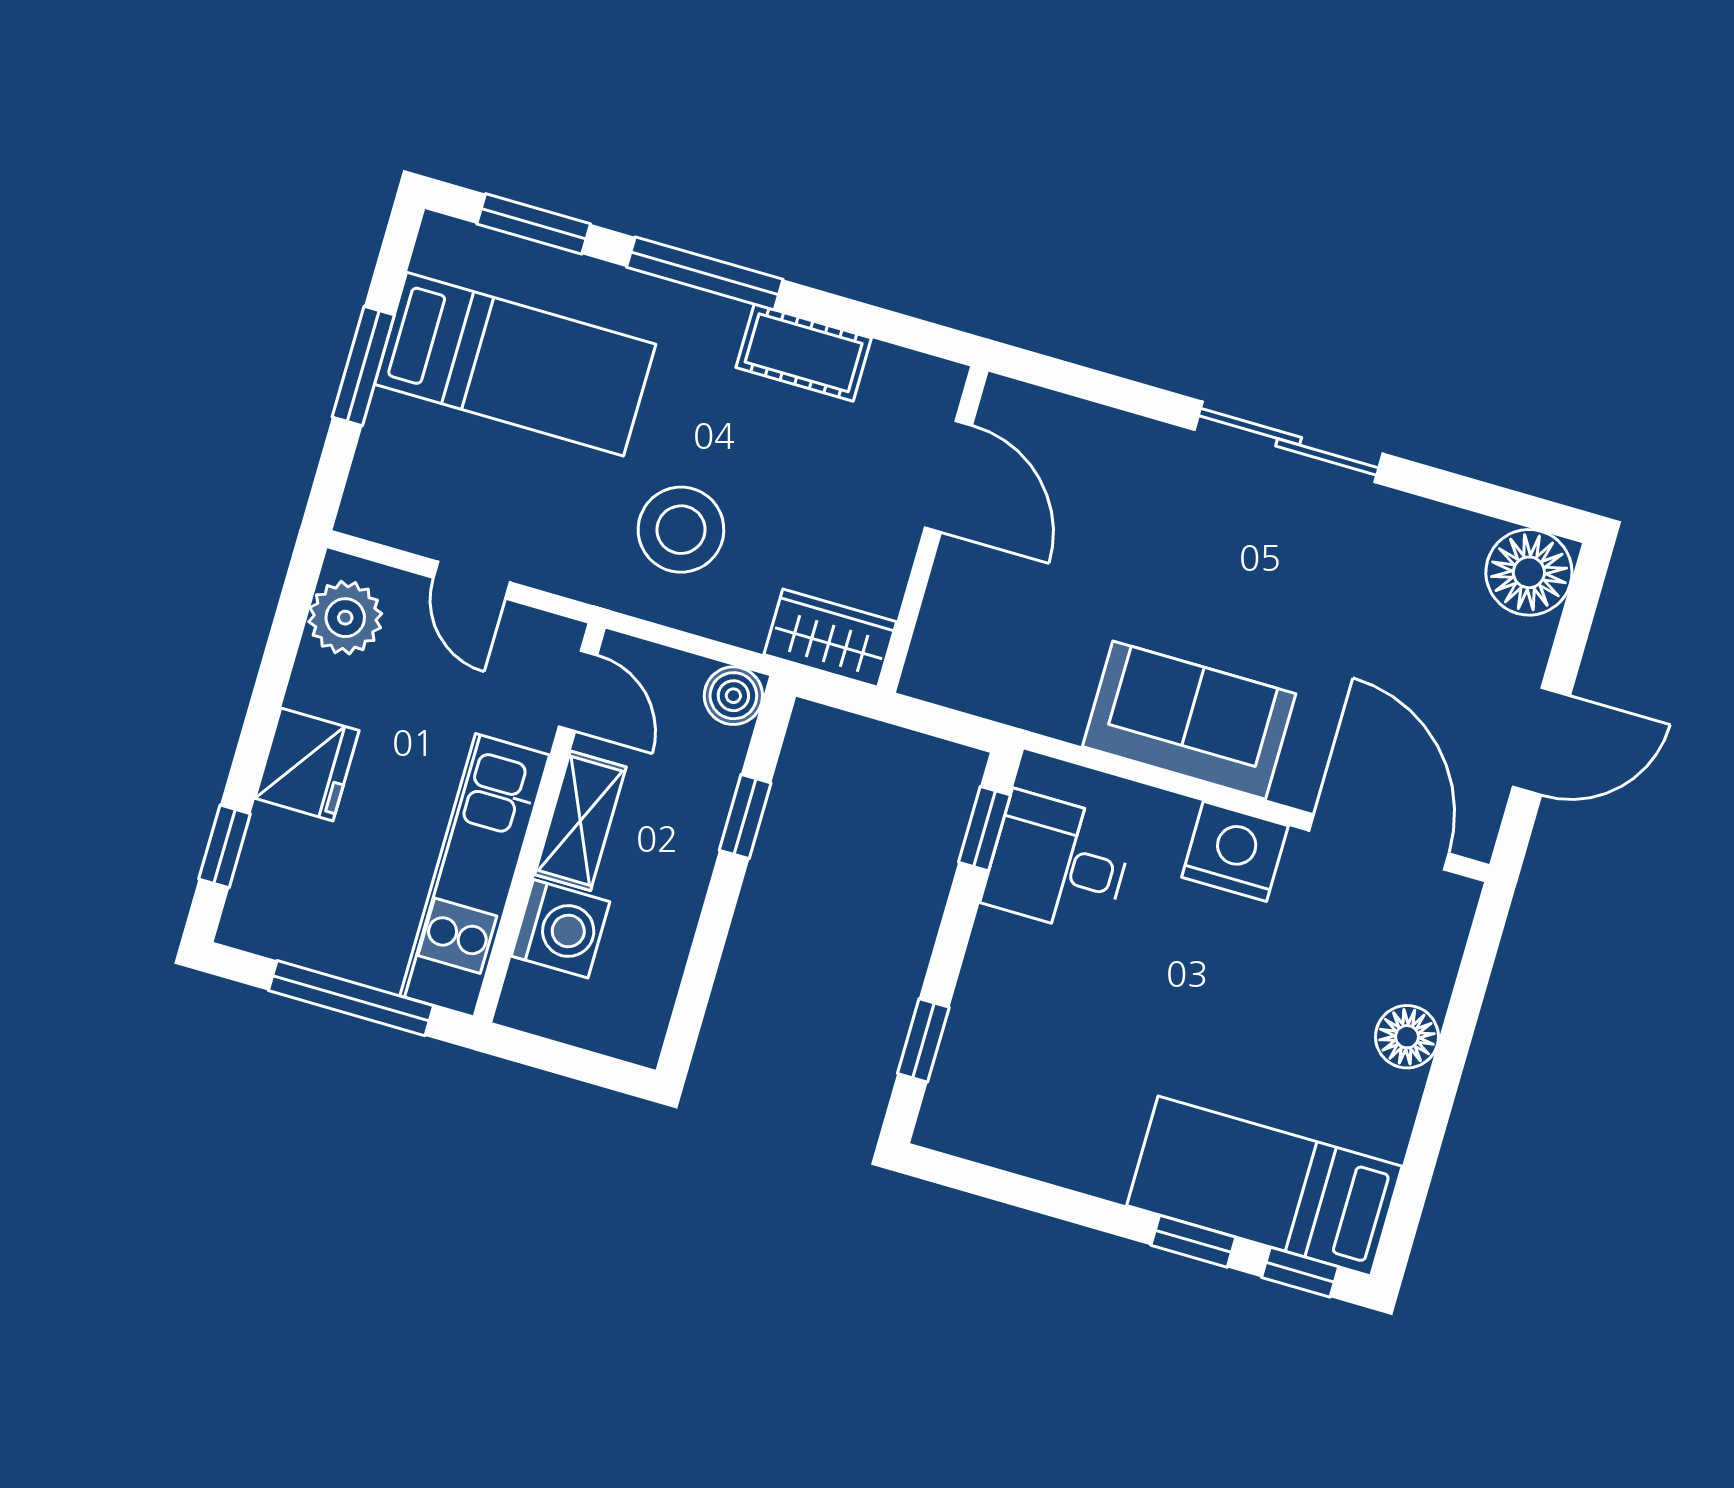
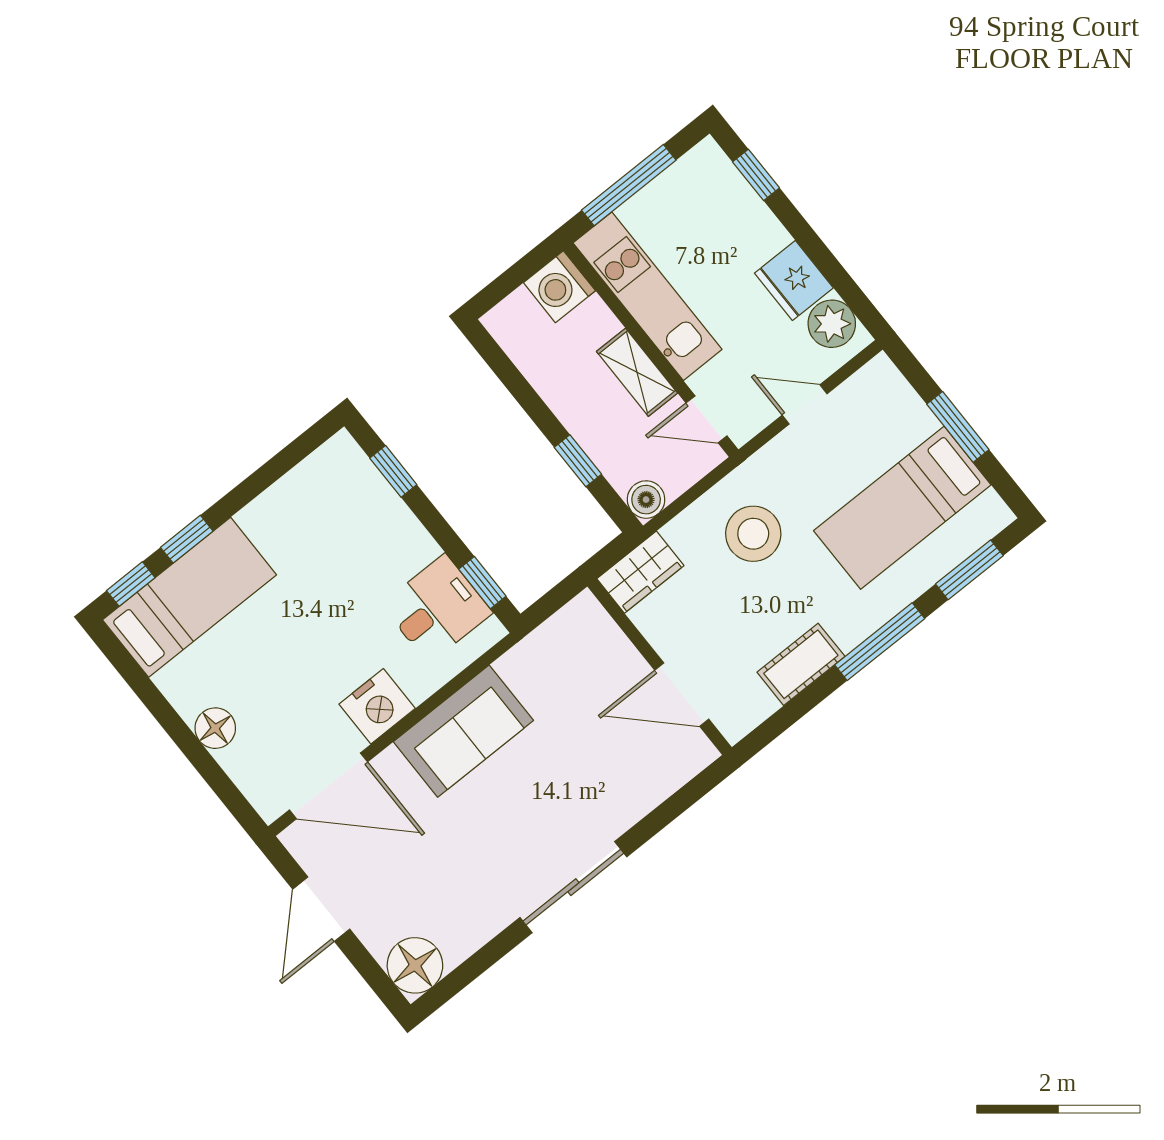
fridge: (307, 764) -> (794, 280), moved
washing machine: (561, 929) -> (559, 287), moved

